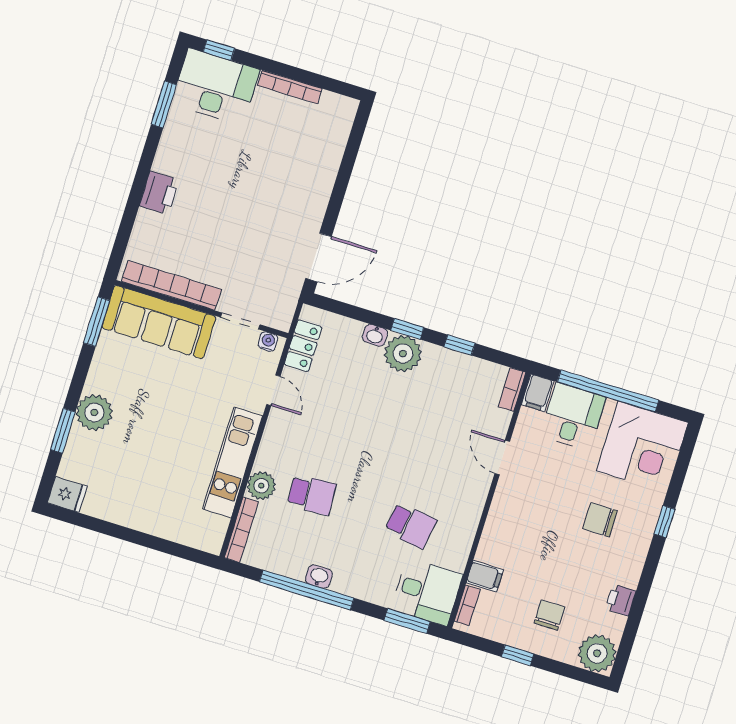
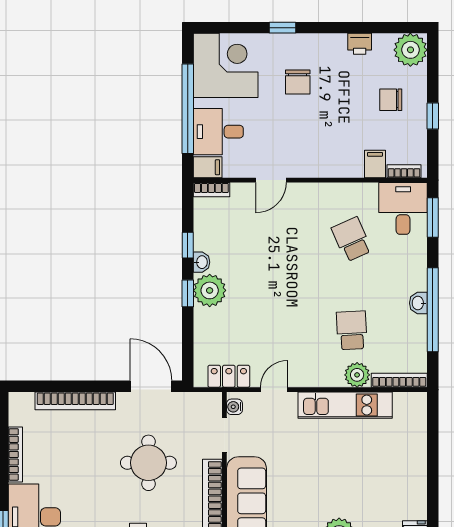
bookcase: (328, 170) -> (75, 401), added
round table: (236, 229) -> (148, 463), added
washbasin: (375, 335) -> (201, 262), moved
school desk: (411, 525) -> (352, 239), turned -33

